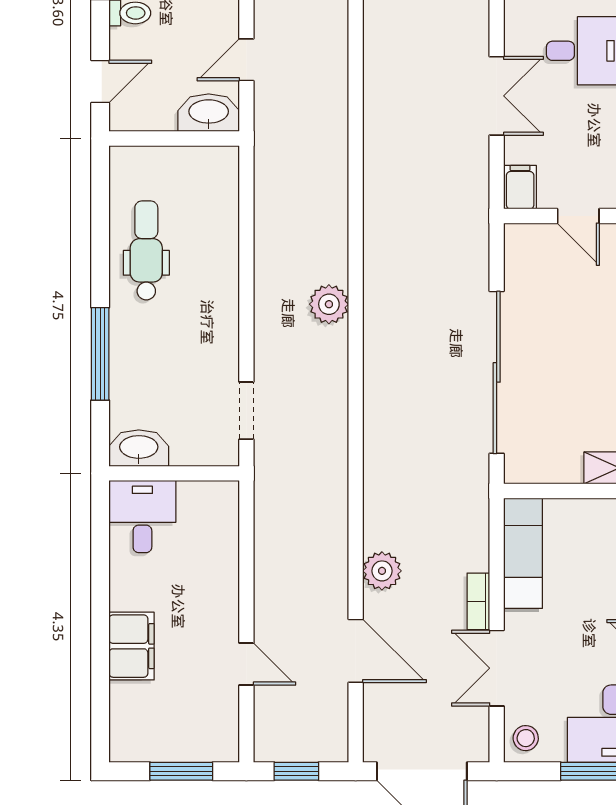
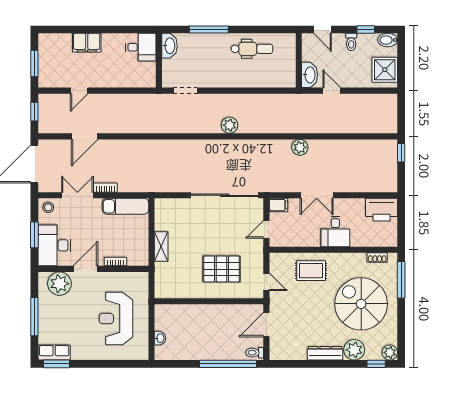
sliding door: (497, 372) -> (225, 195), moved
plant: (382, 571) -> (300, 147), moved

